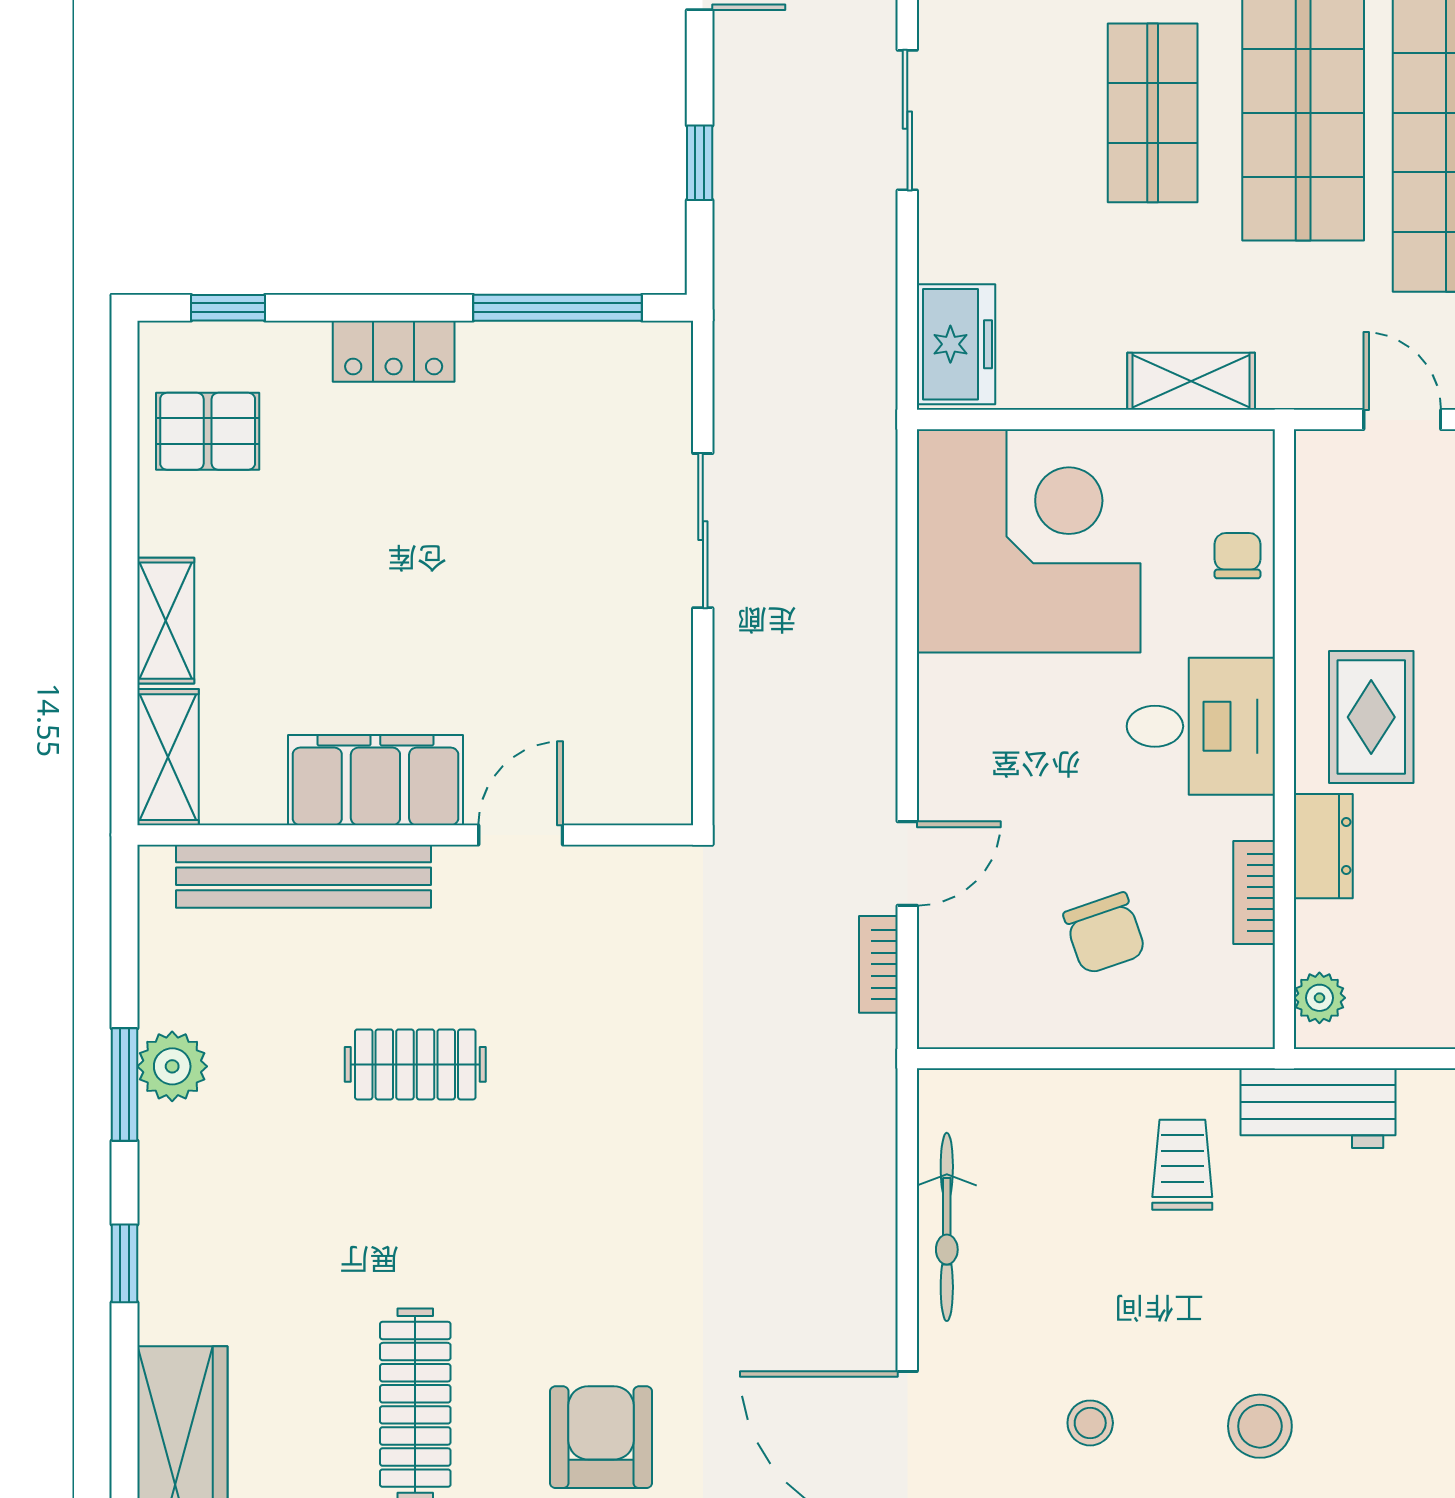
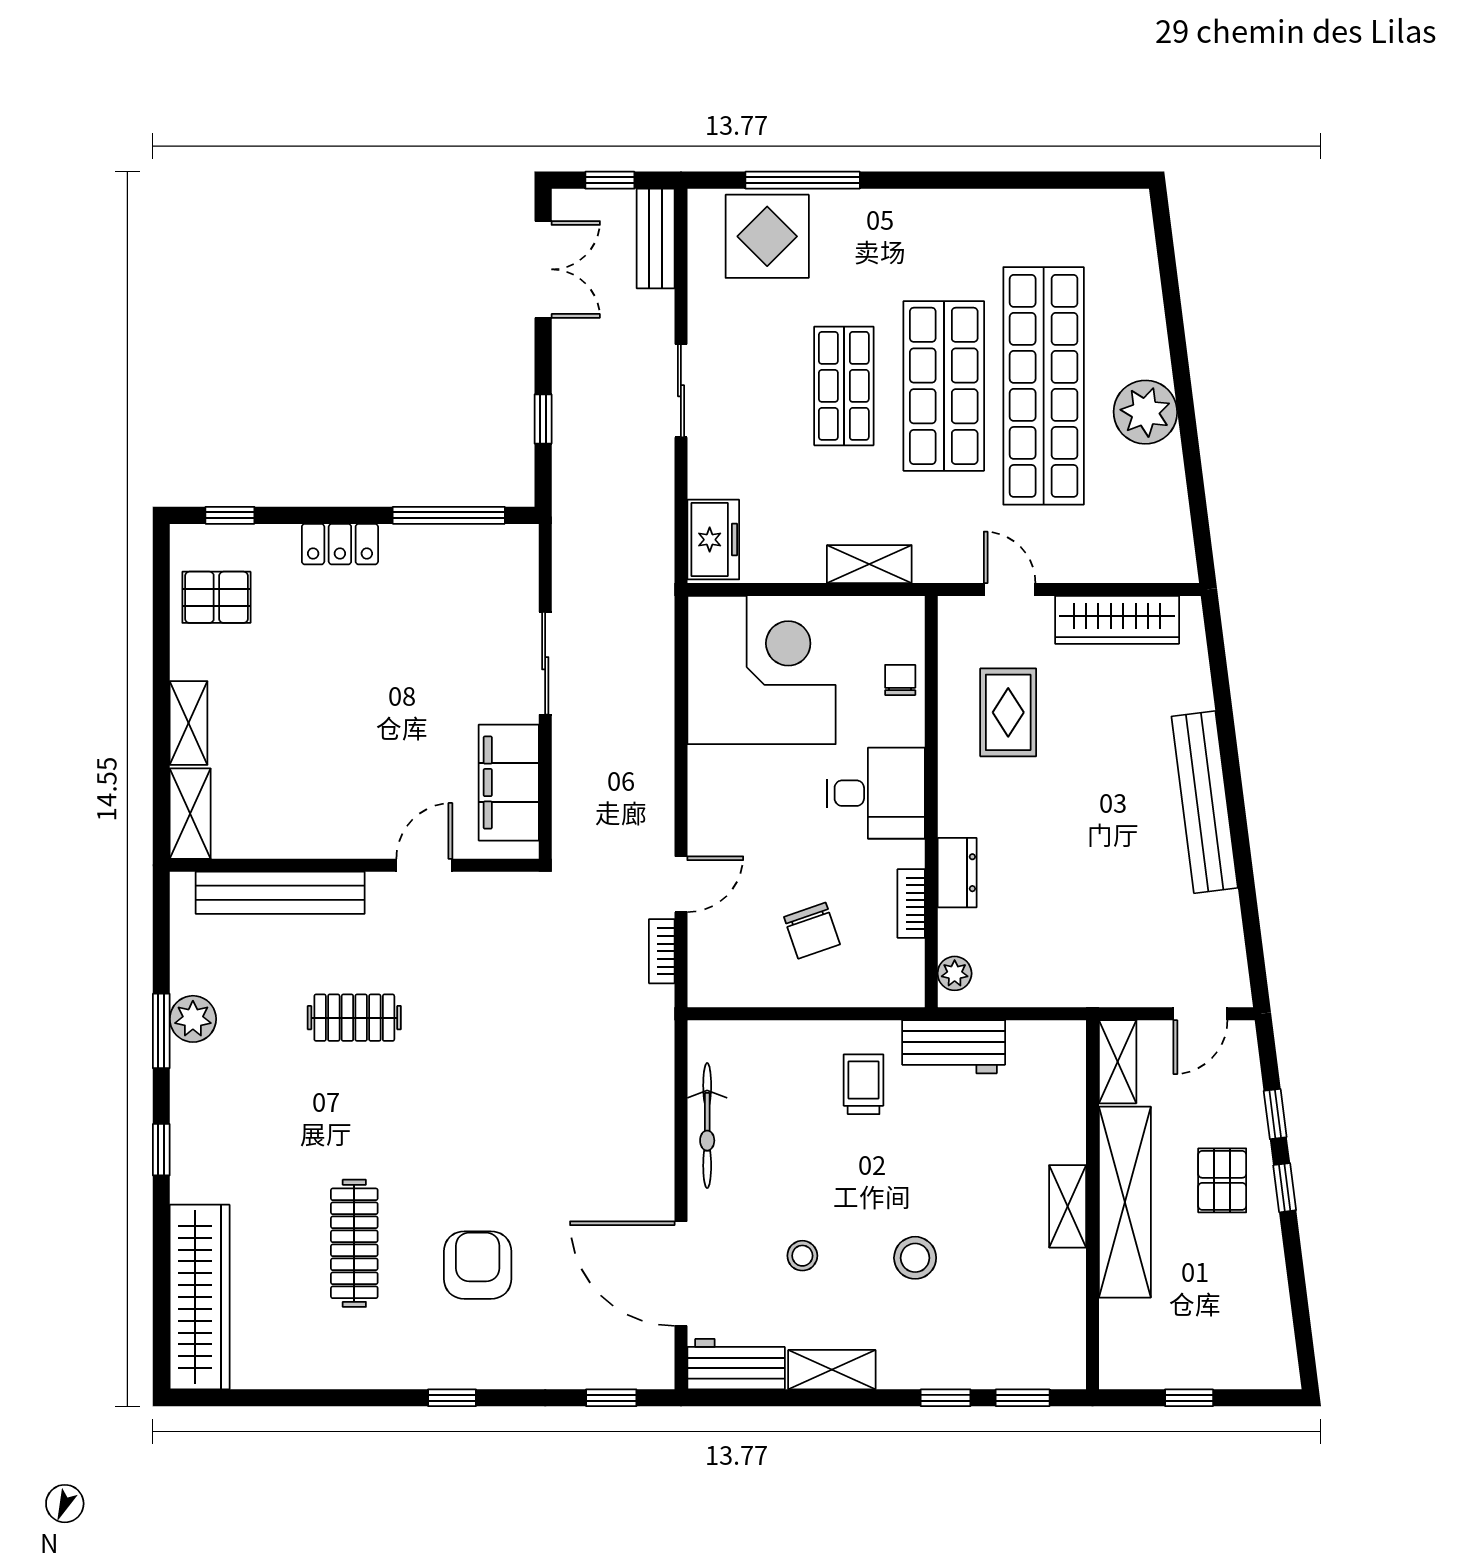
rug: (1371, 717) -> (1008, 712), moved
filing cabinet: (375, 780) -> (509, 783), moved, turned -90

